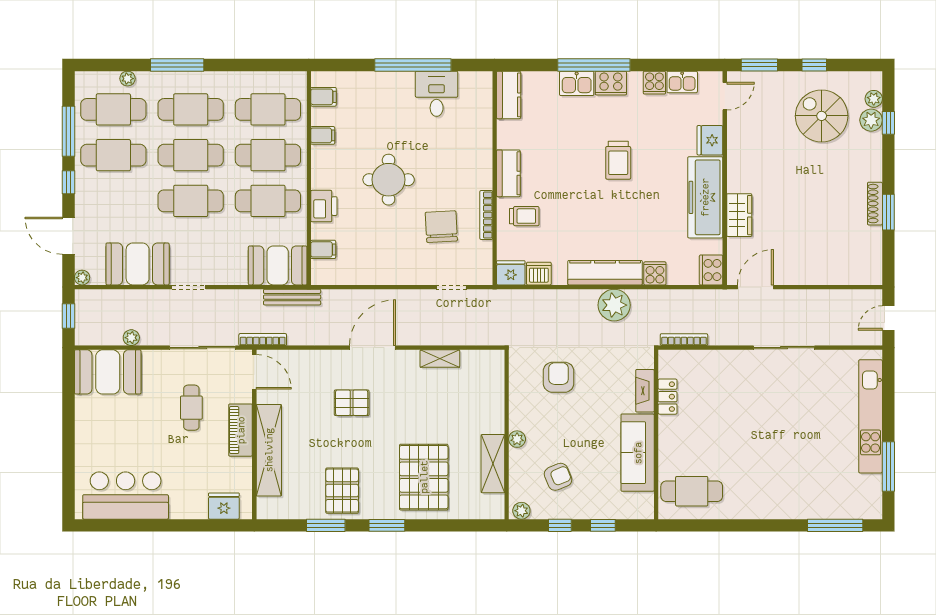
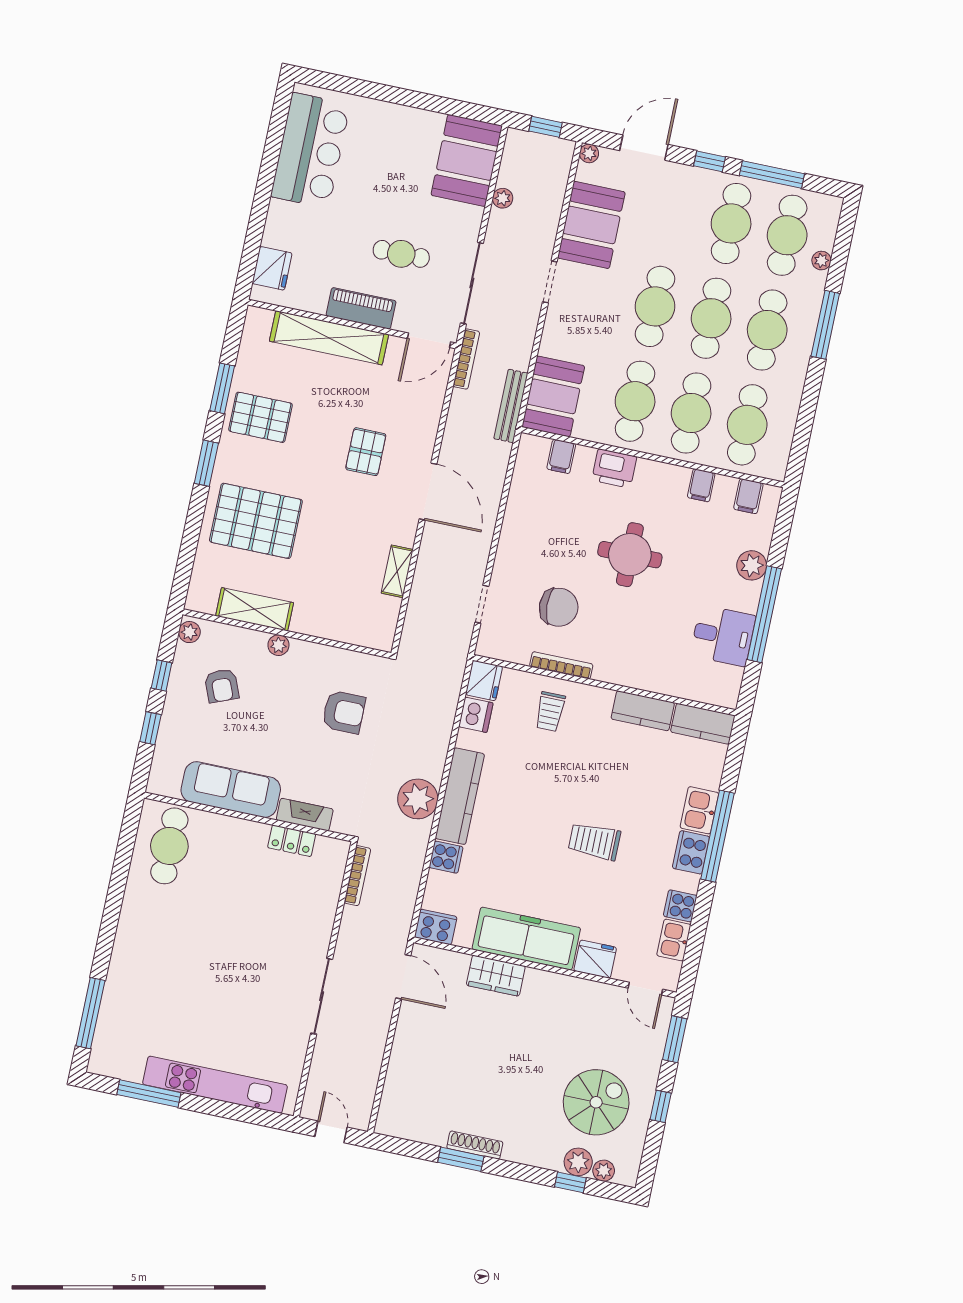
plant: (377, 83) -> (752, 565), added
kitchen counter: (508, 173) -> (643, 711), moved

